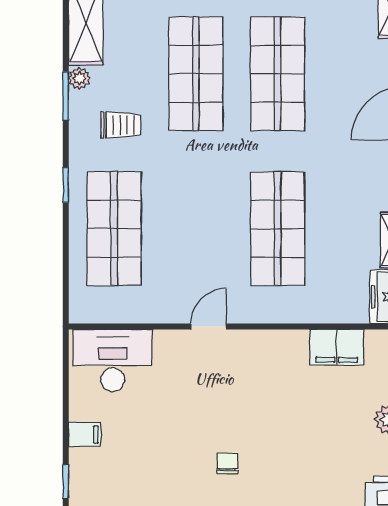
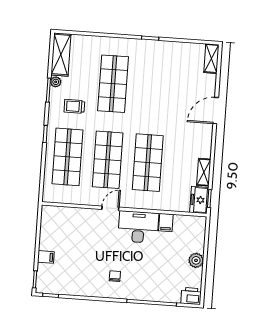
shop shelf: (278, 74) -> (108, 160), moved
trolley: (121, 125) -> (74, 106), turned 180
filing cabinet: (337, 347) -> (166, 223), width x0.50
desk: (113, 360) -> (138, 227), moved

